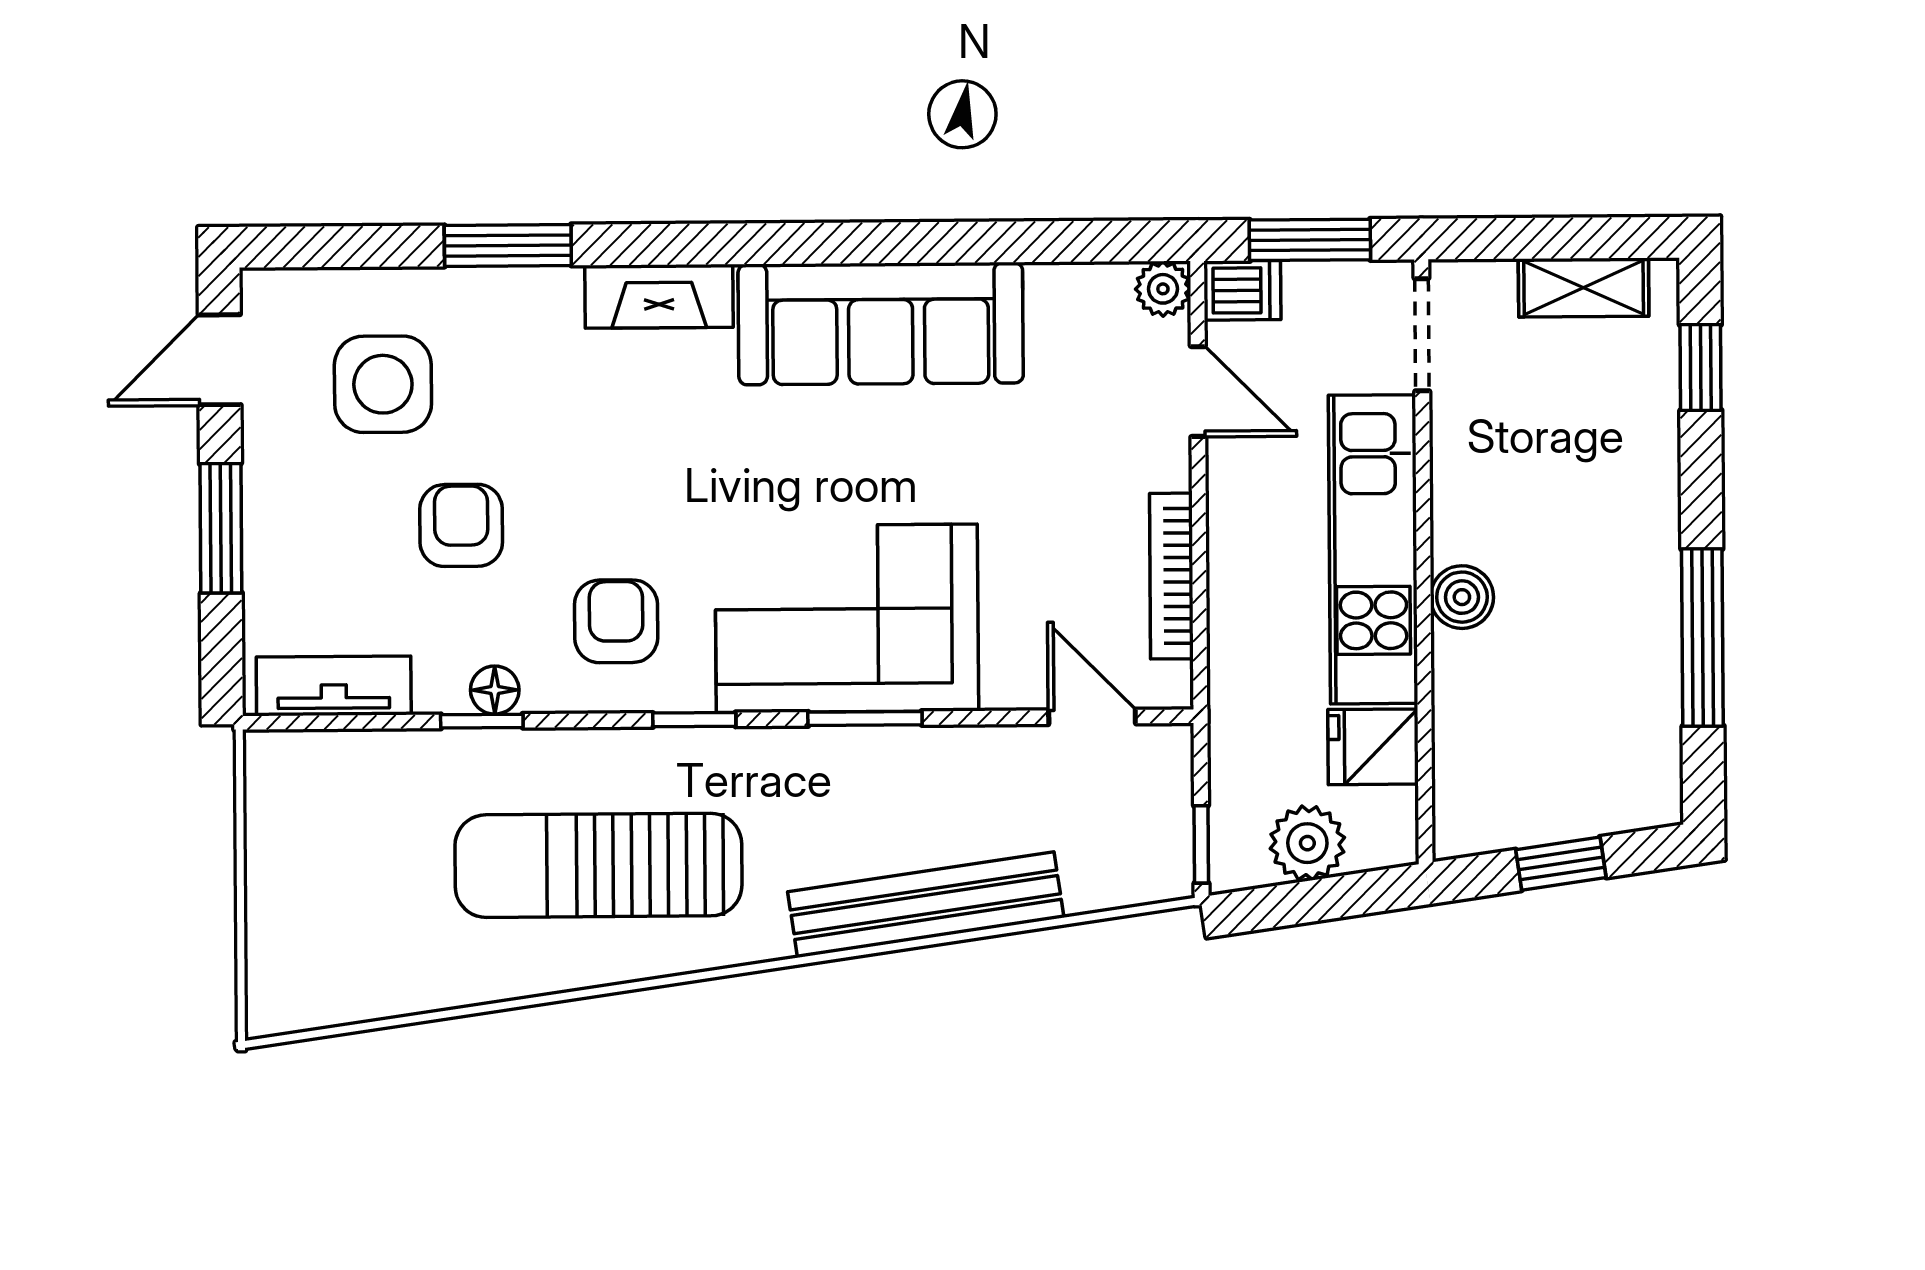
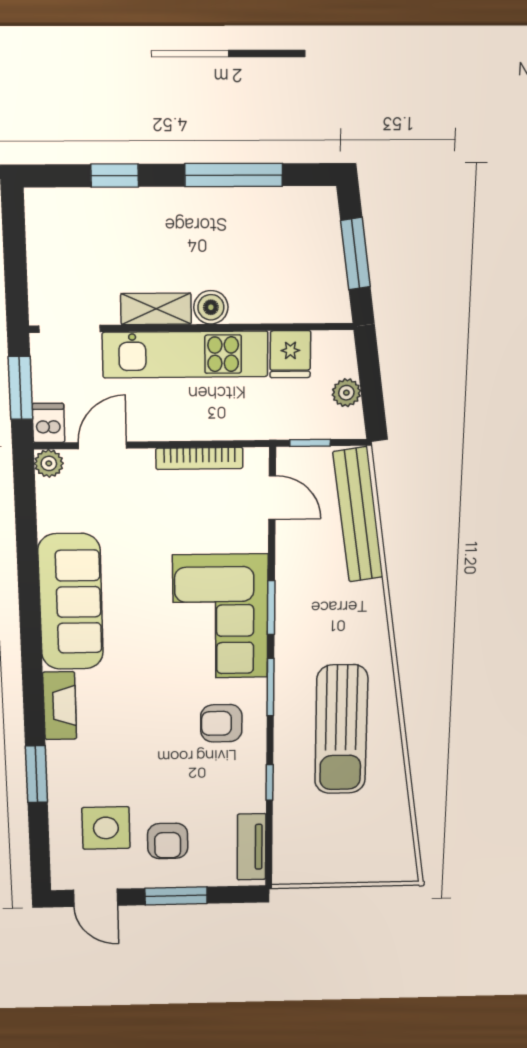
shelving: (1584, 288) -> (156, 309), moved, turned 90
window: (1701, 368) -> (115, 176), moved
armchair: (461, 525) -> (168, 841), moved, turned -90
floor lamp: (495, 690) -> (255, 777), removed
door: (1092, 717) -> (272, 498), swing flipped
window: (694, 720) -> (270, 687), width x1.50
plant: (1307, 843) -> (346, 393), width x0.73, depth x0.73
window: (1201, 844) -> (310, 443), moved
window: (1561, 864) -> (355, 254), width x1.50
bench: (926, 905) -> (358, 515), moved

